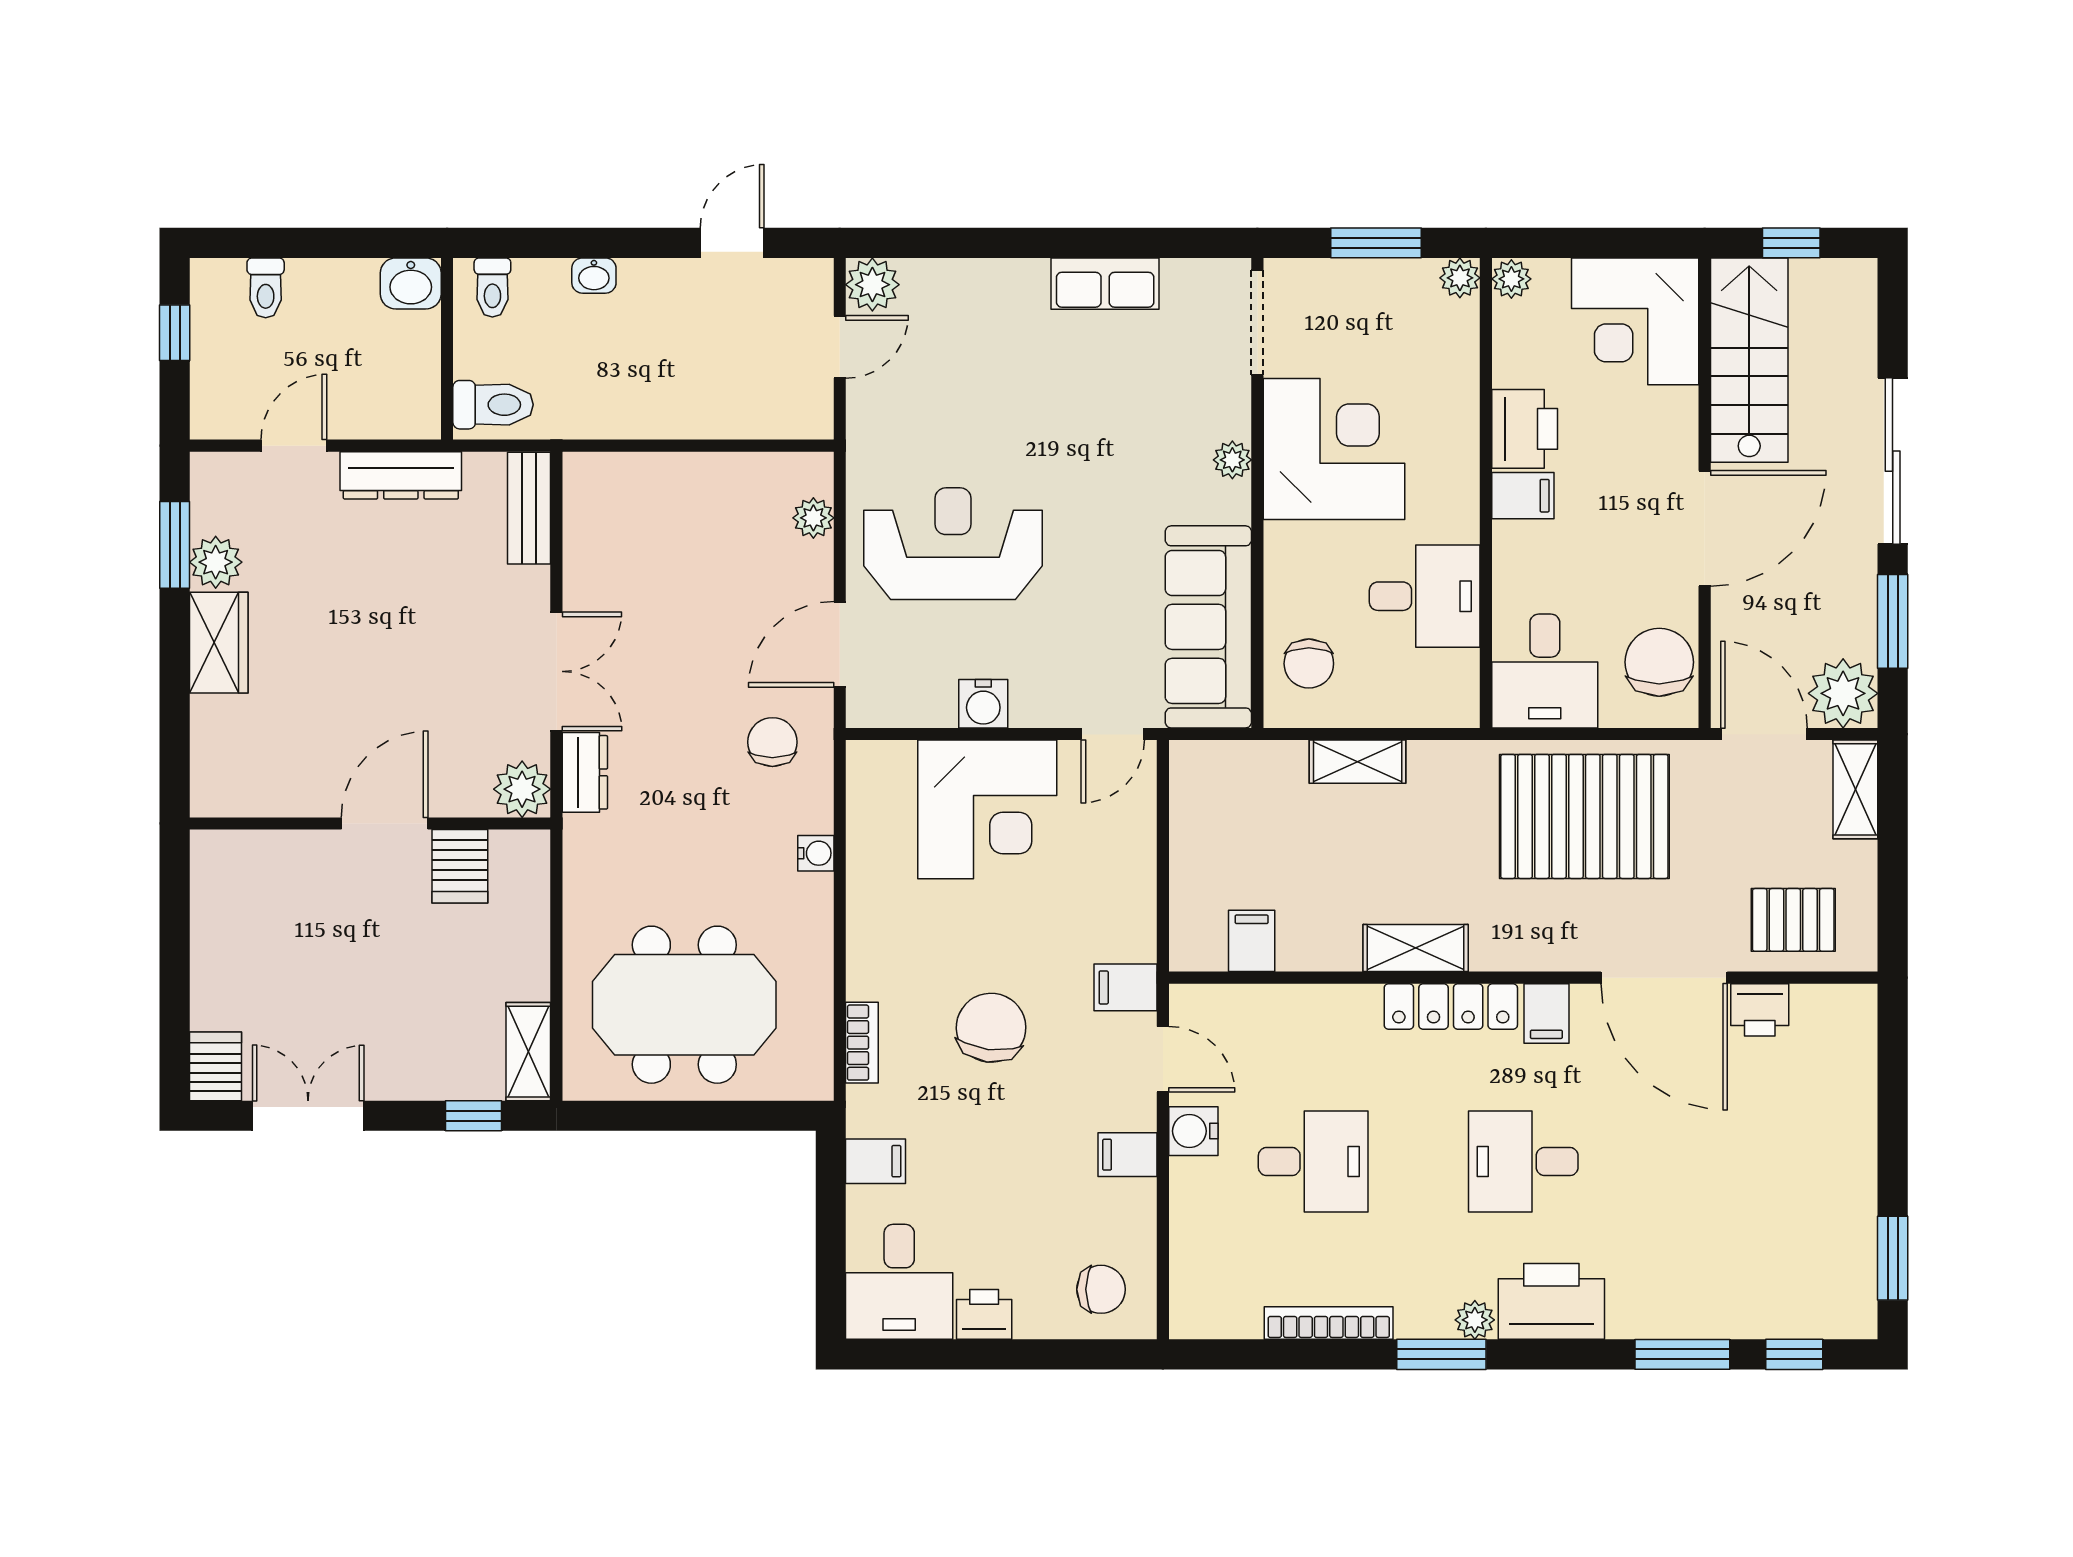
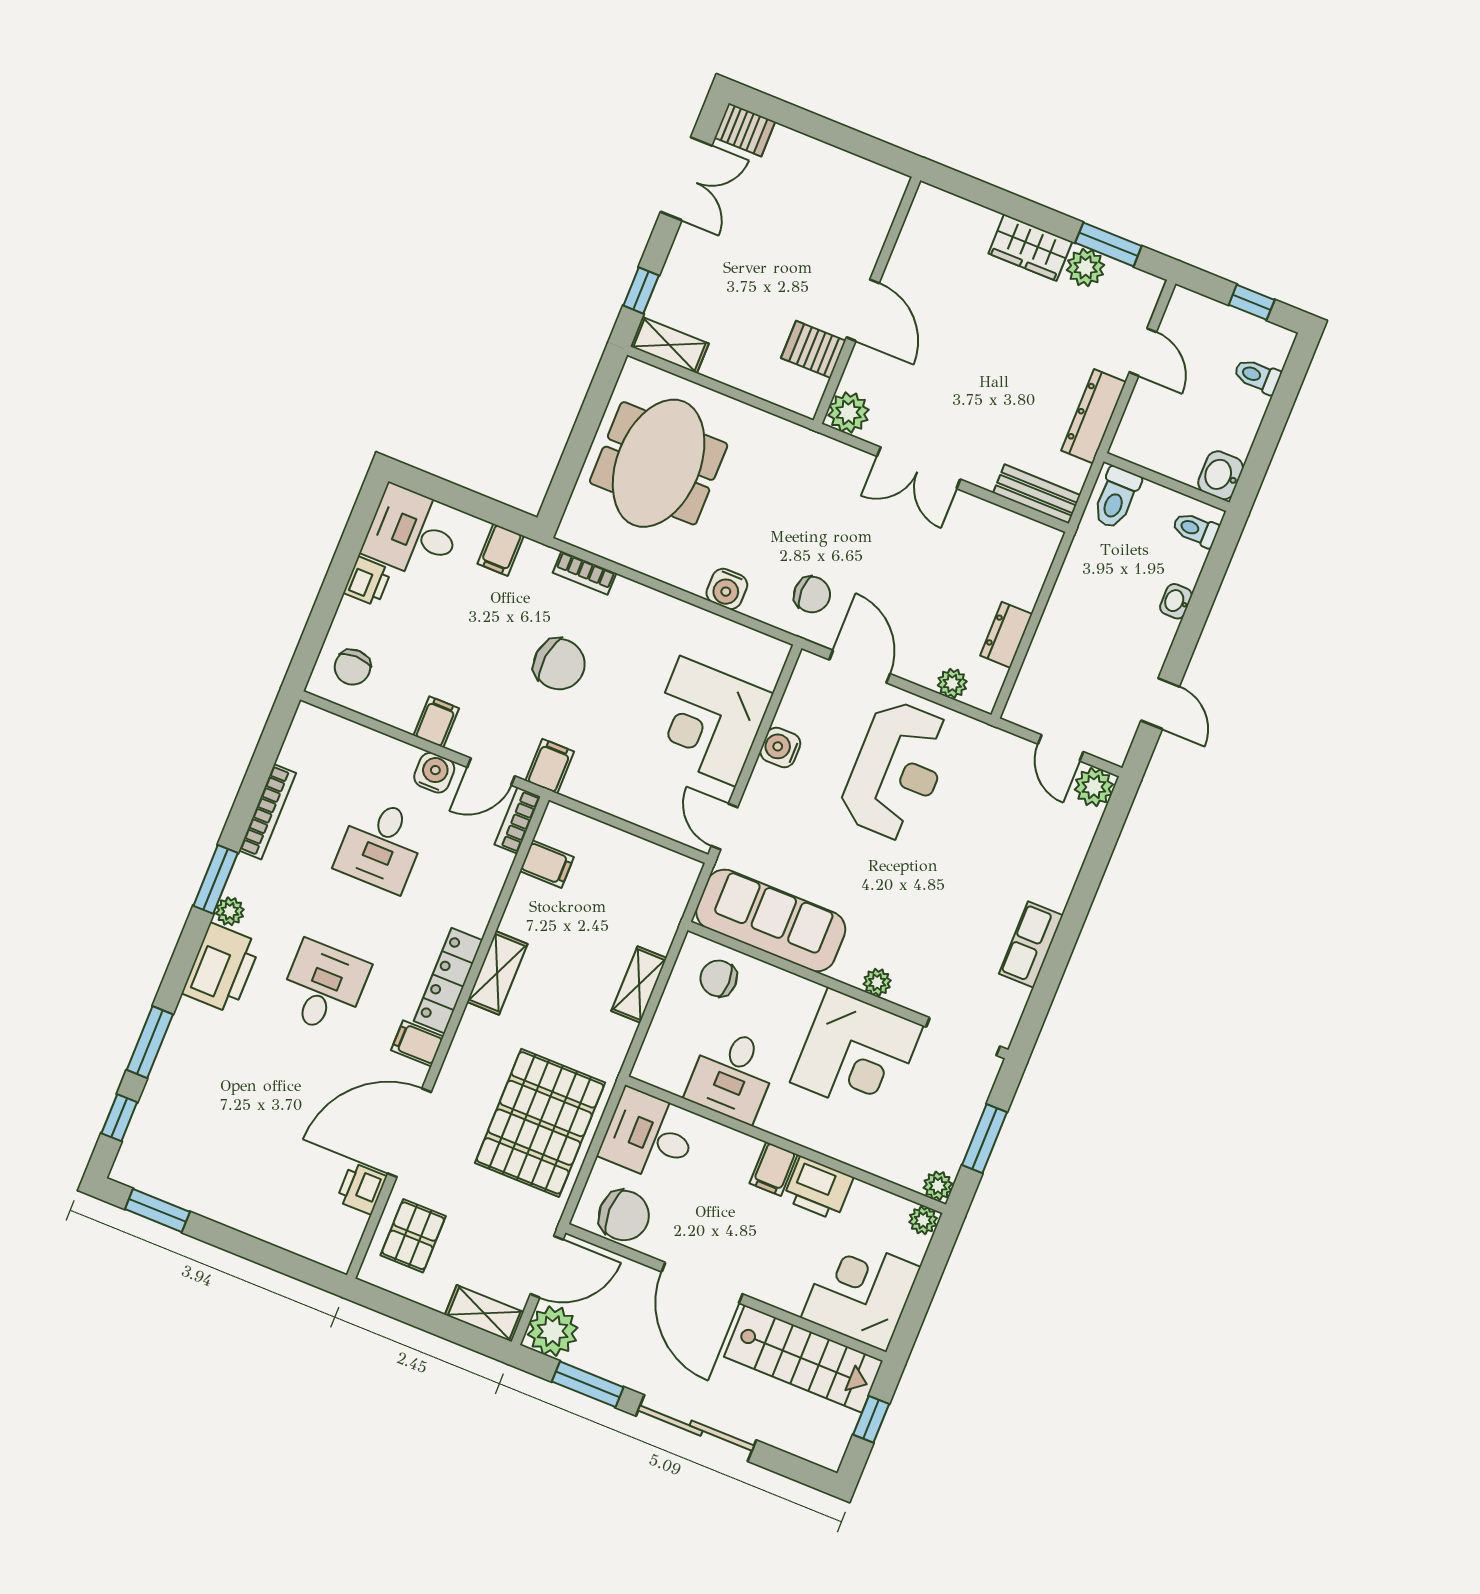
dresser: (585, 772) -> (1006, 635), moved, turned 90
water cooler: (816, 853) -> (727, 589), width x1.38, depth x1.38
bookcase: (1211, 1001) -> (517, 820), added

